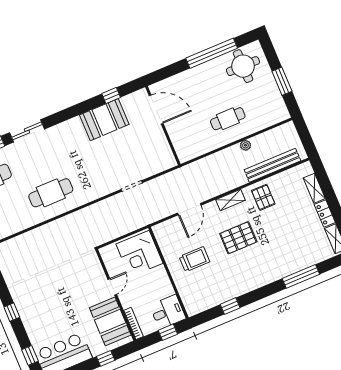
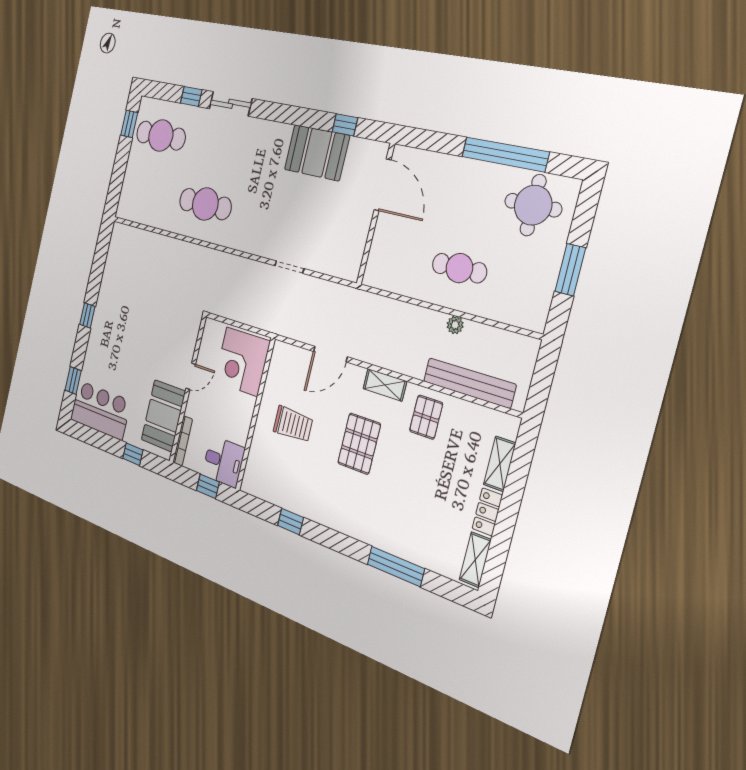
pallet: (238, 238) -> (359, 444), turned 90

